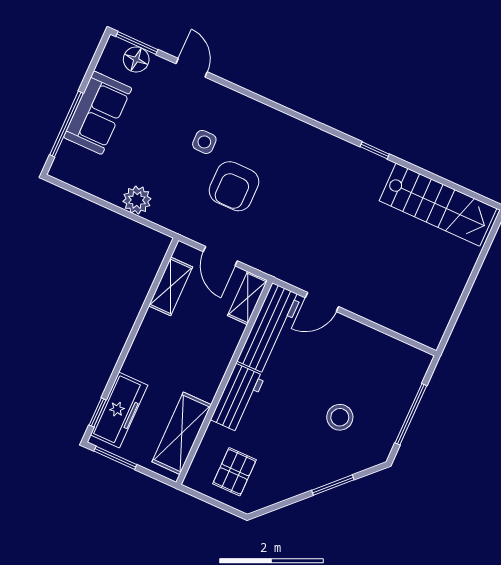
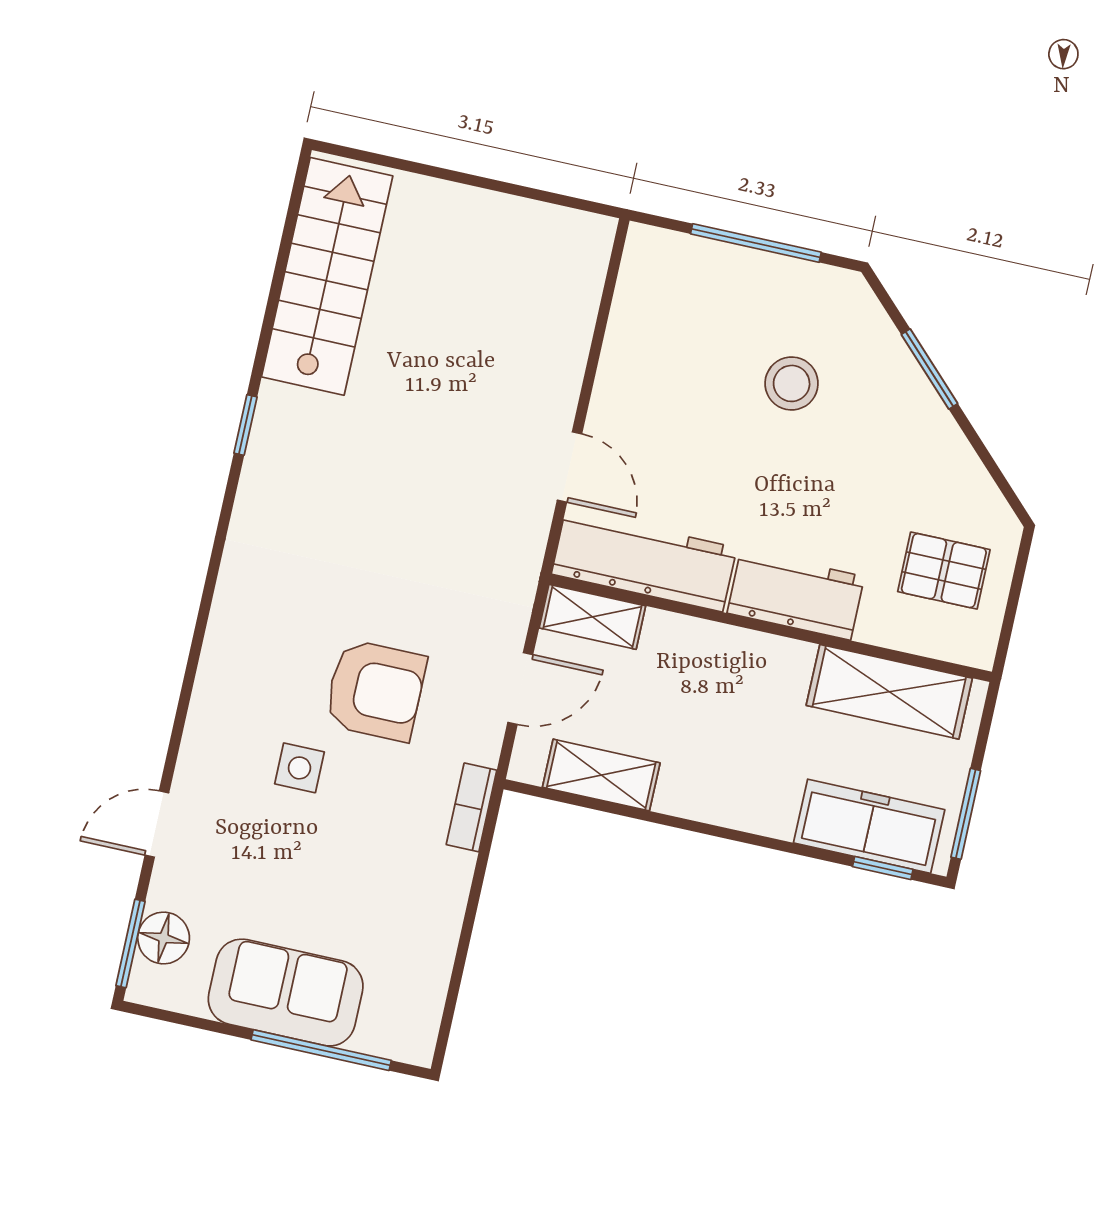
plant: (137, 200) -> (443, 878), removed
bookcase: (168, 221) -> (472, 807), added

